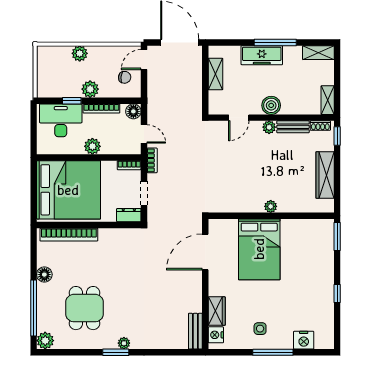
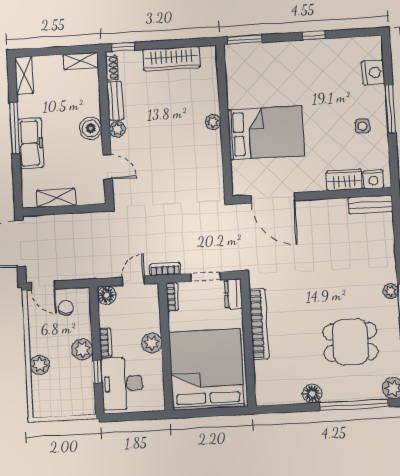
bookcase: (101, 109) -> (106, 343), width x0.64
bookcase: (69, 235) -> (259, 324), moved

